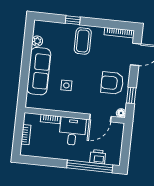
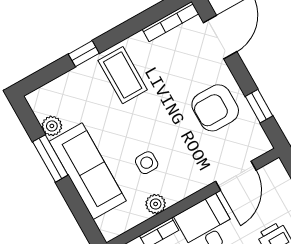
window: (27, 54) -> (50, 158), added
plant: (58, 106) -> (156, 204), added
floor lamp: (121, 113) -> (263, 145), removed

